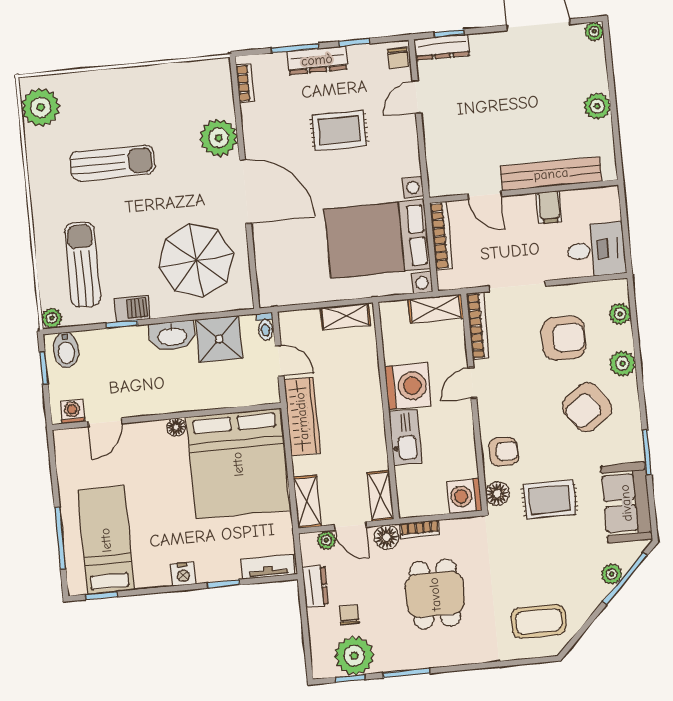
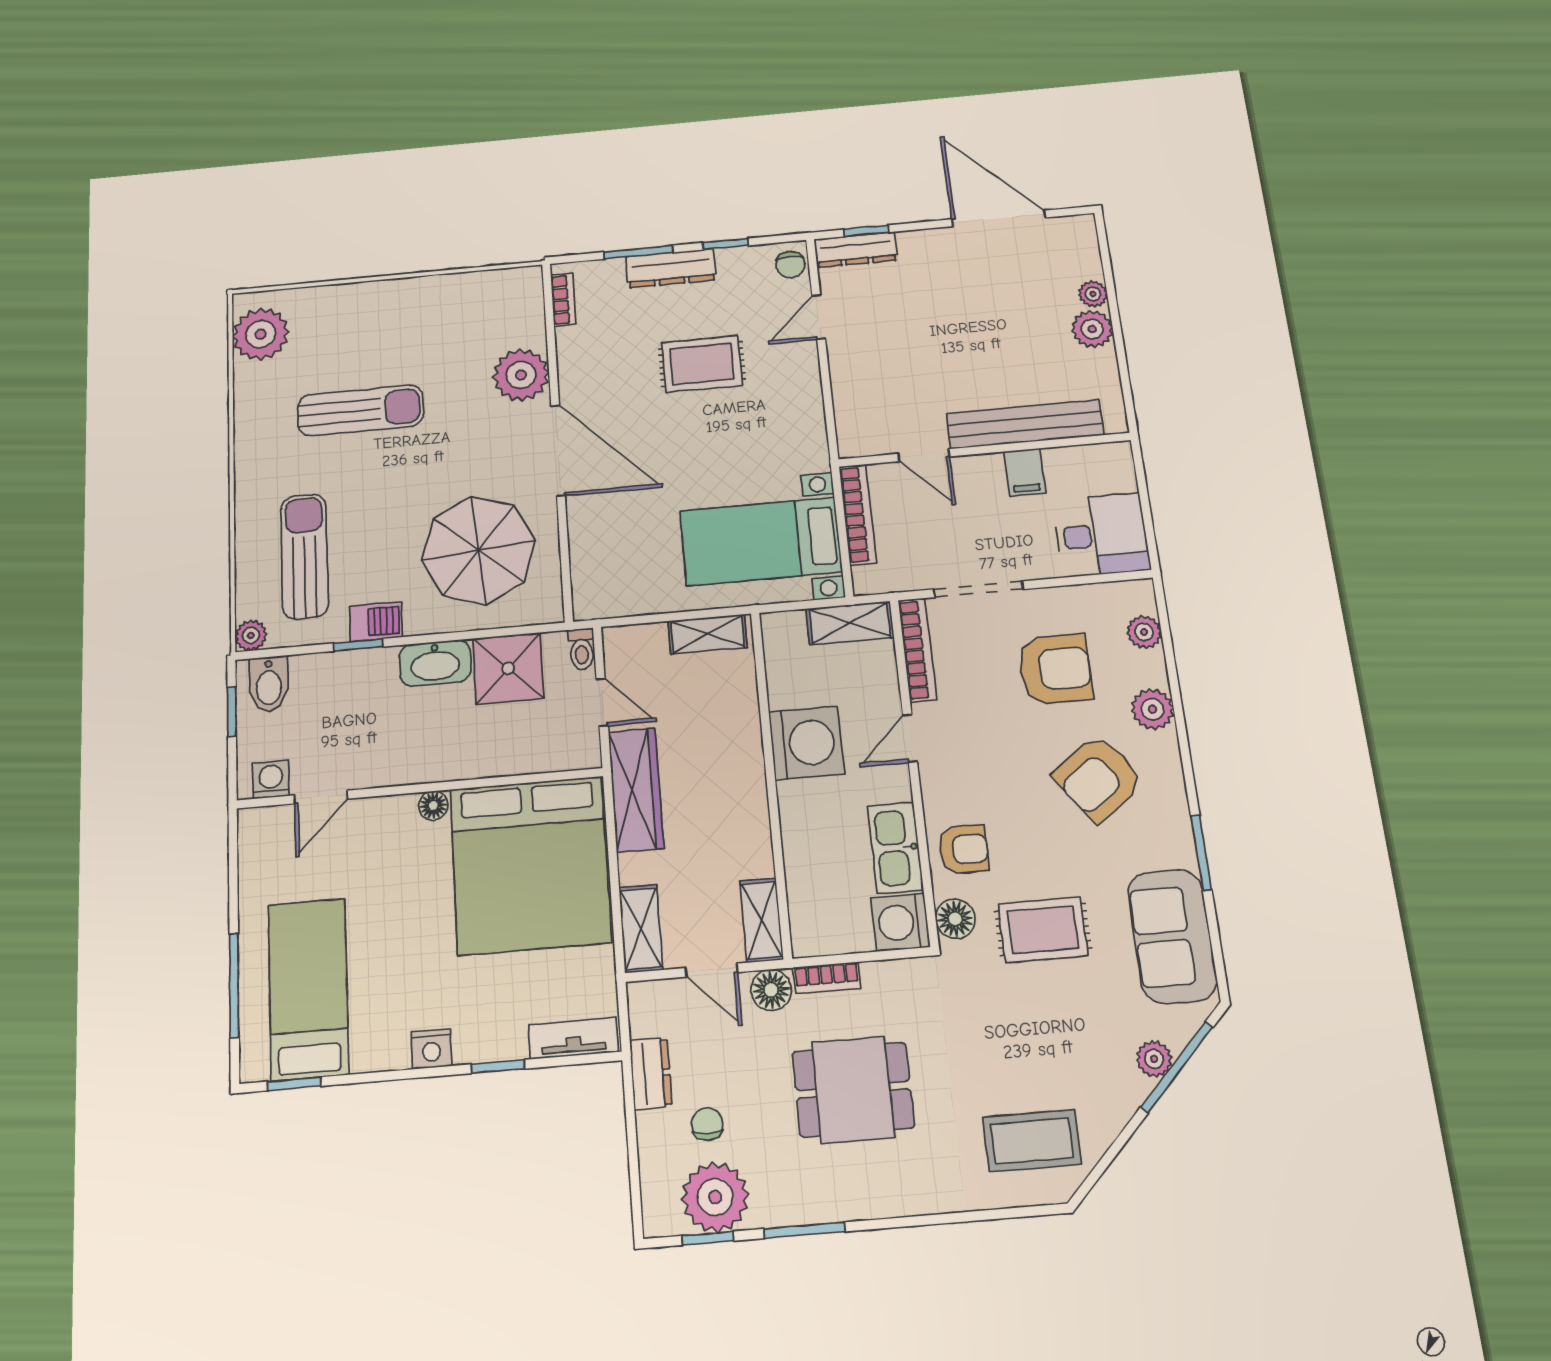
plant: (594, 31) -> (1093, 294), moved
bed with nightstands: (377, 239) -> (761, 541), width x0.73
kitchen sink: (405, 437) -> (895, 848), moved, turned 180
plant: (326, 540) -> (671, 994), removed
dining table: (435, 594) -> (853, 1090), turned 90

